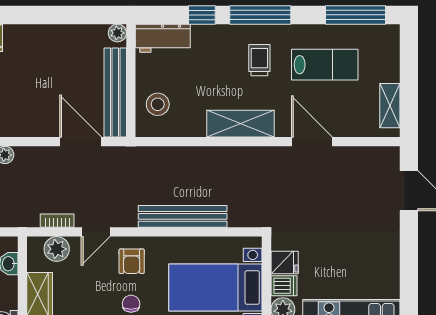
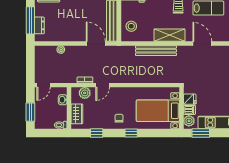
bench: (183, 216) -> (156, 51), moved
armchair: (132, 261) -> (119, 99), removed

